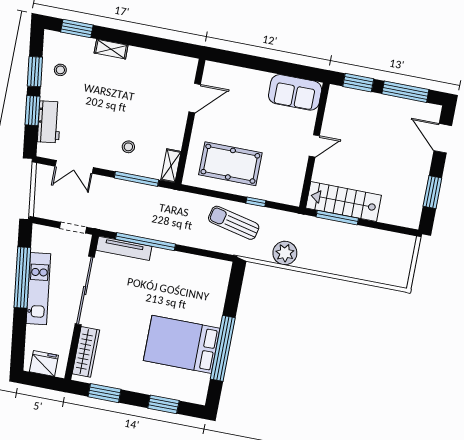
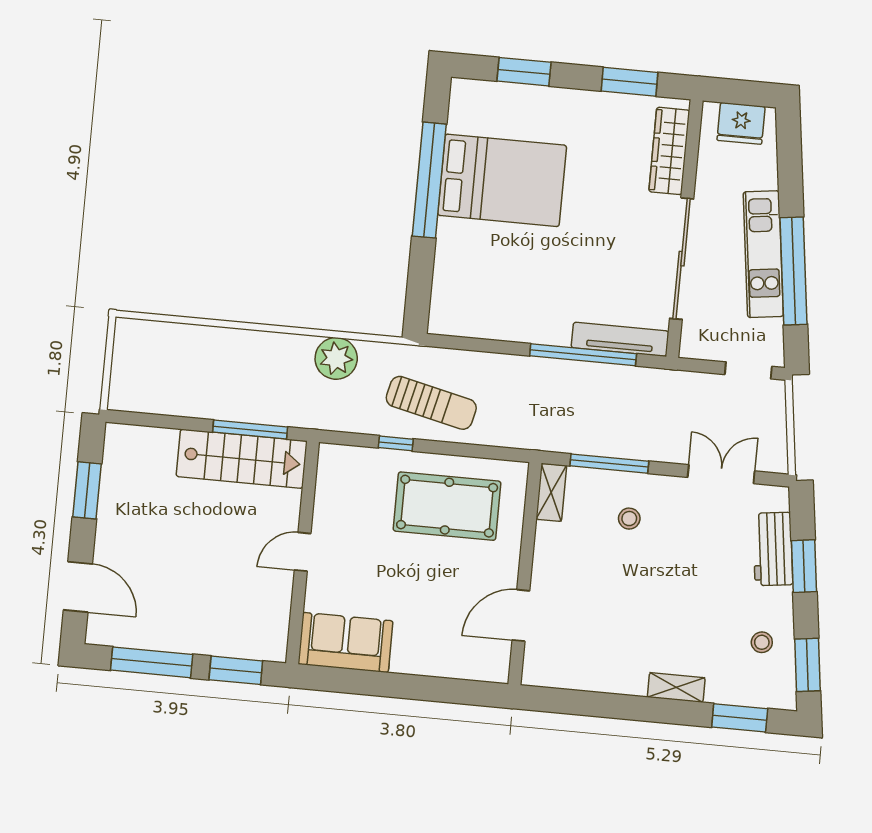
window: (35, 72) -> (807, 665), moved
doorway: (73, 228) -> (748, 370), moved

